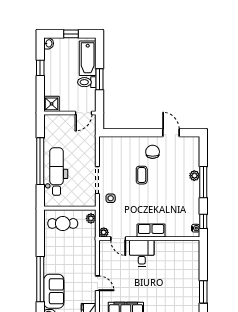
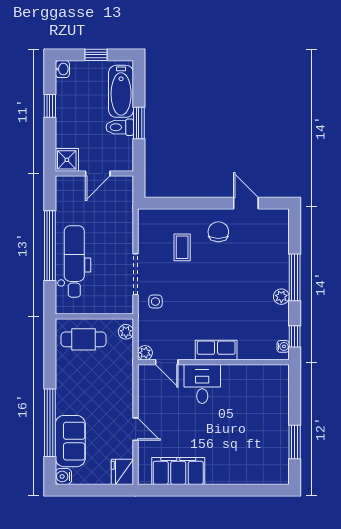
door: (83, 113) -> (98, 174), moved
coffee table: (142, 175) -> (182, 247), moved
plant: (194, 176) -> (281, 297), moved

